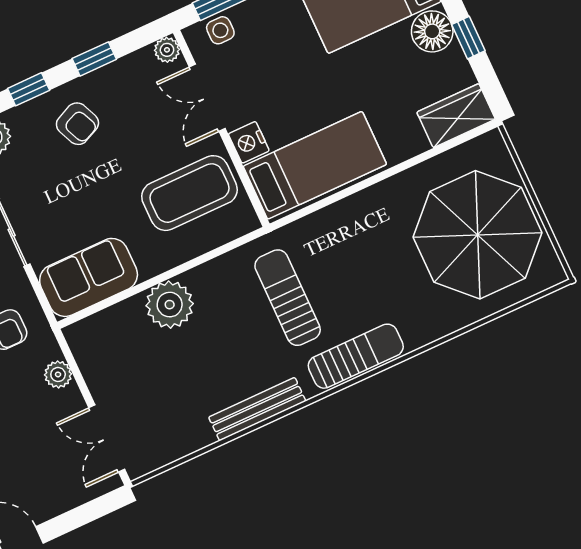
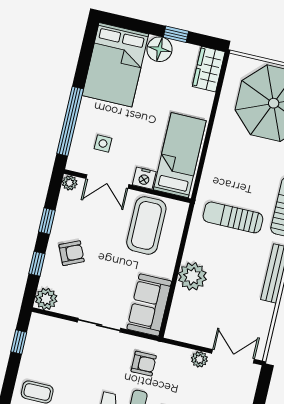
side table: (220, 30) -> (103, 143), moved
plant: (58, 374) -> (199, 359), moved
double door: (107, 438) -> (233, 356), swing flipped

